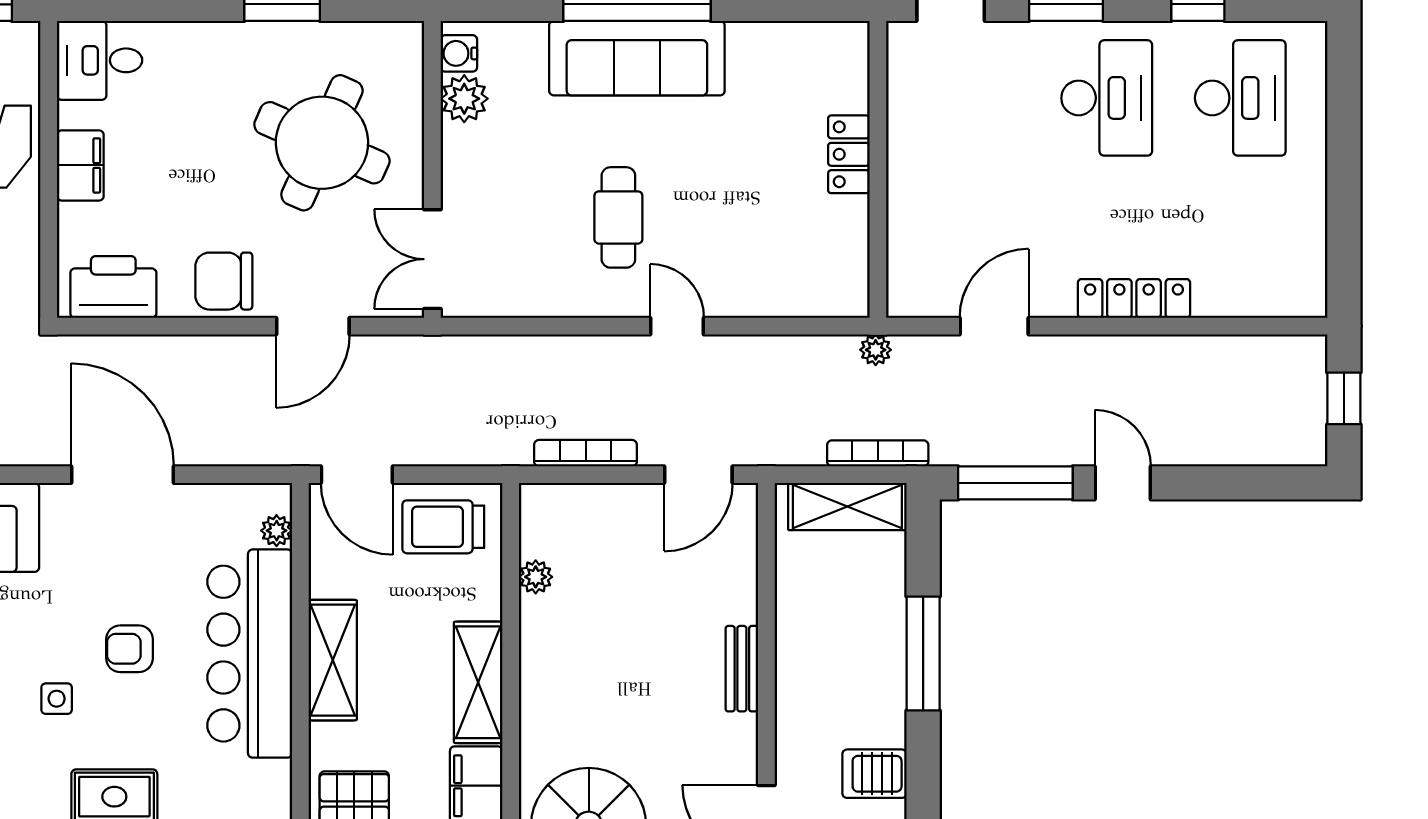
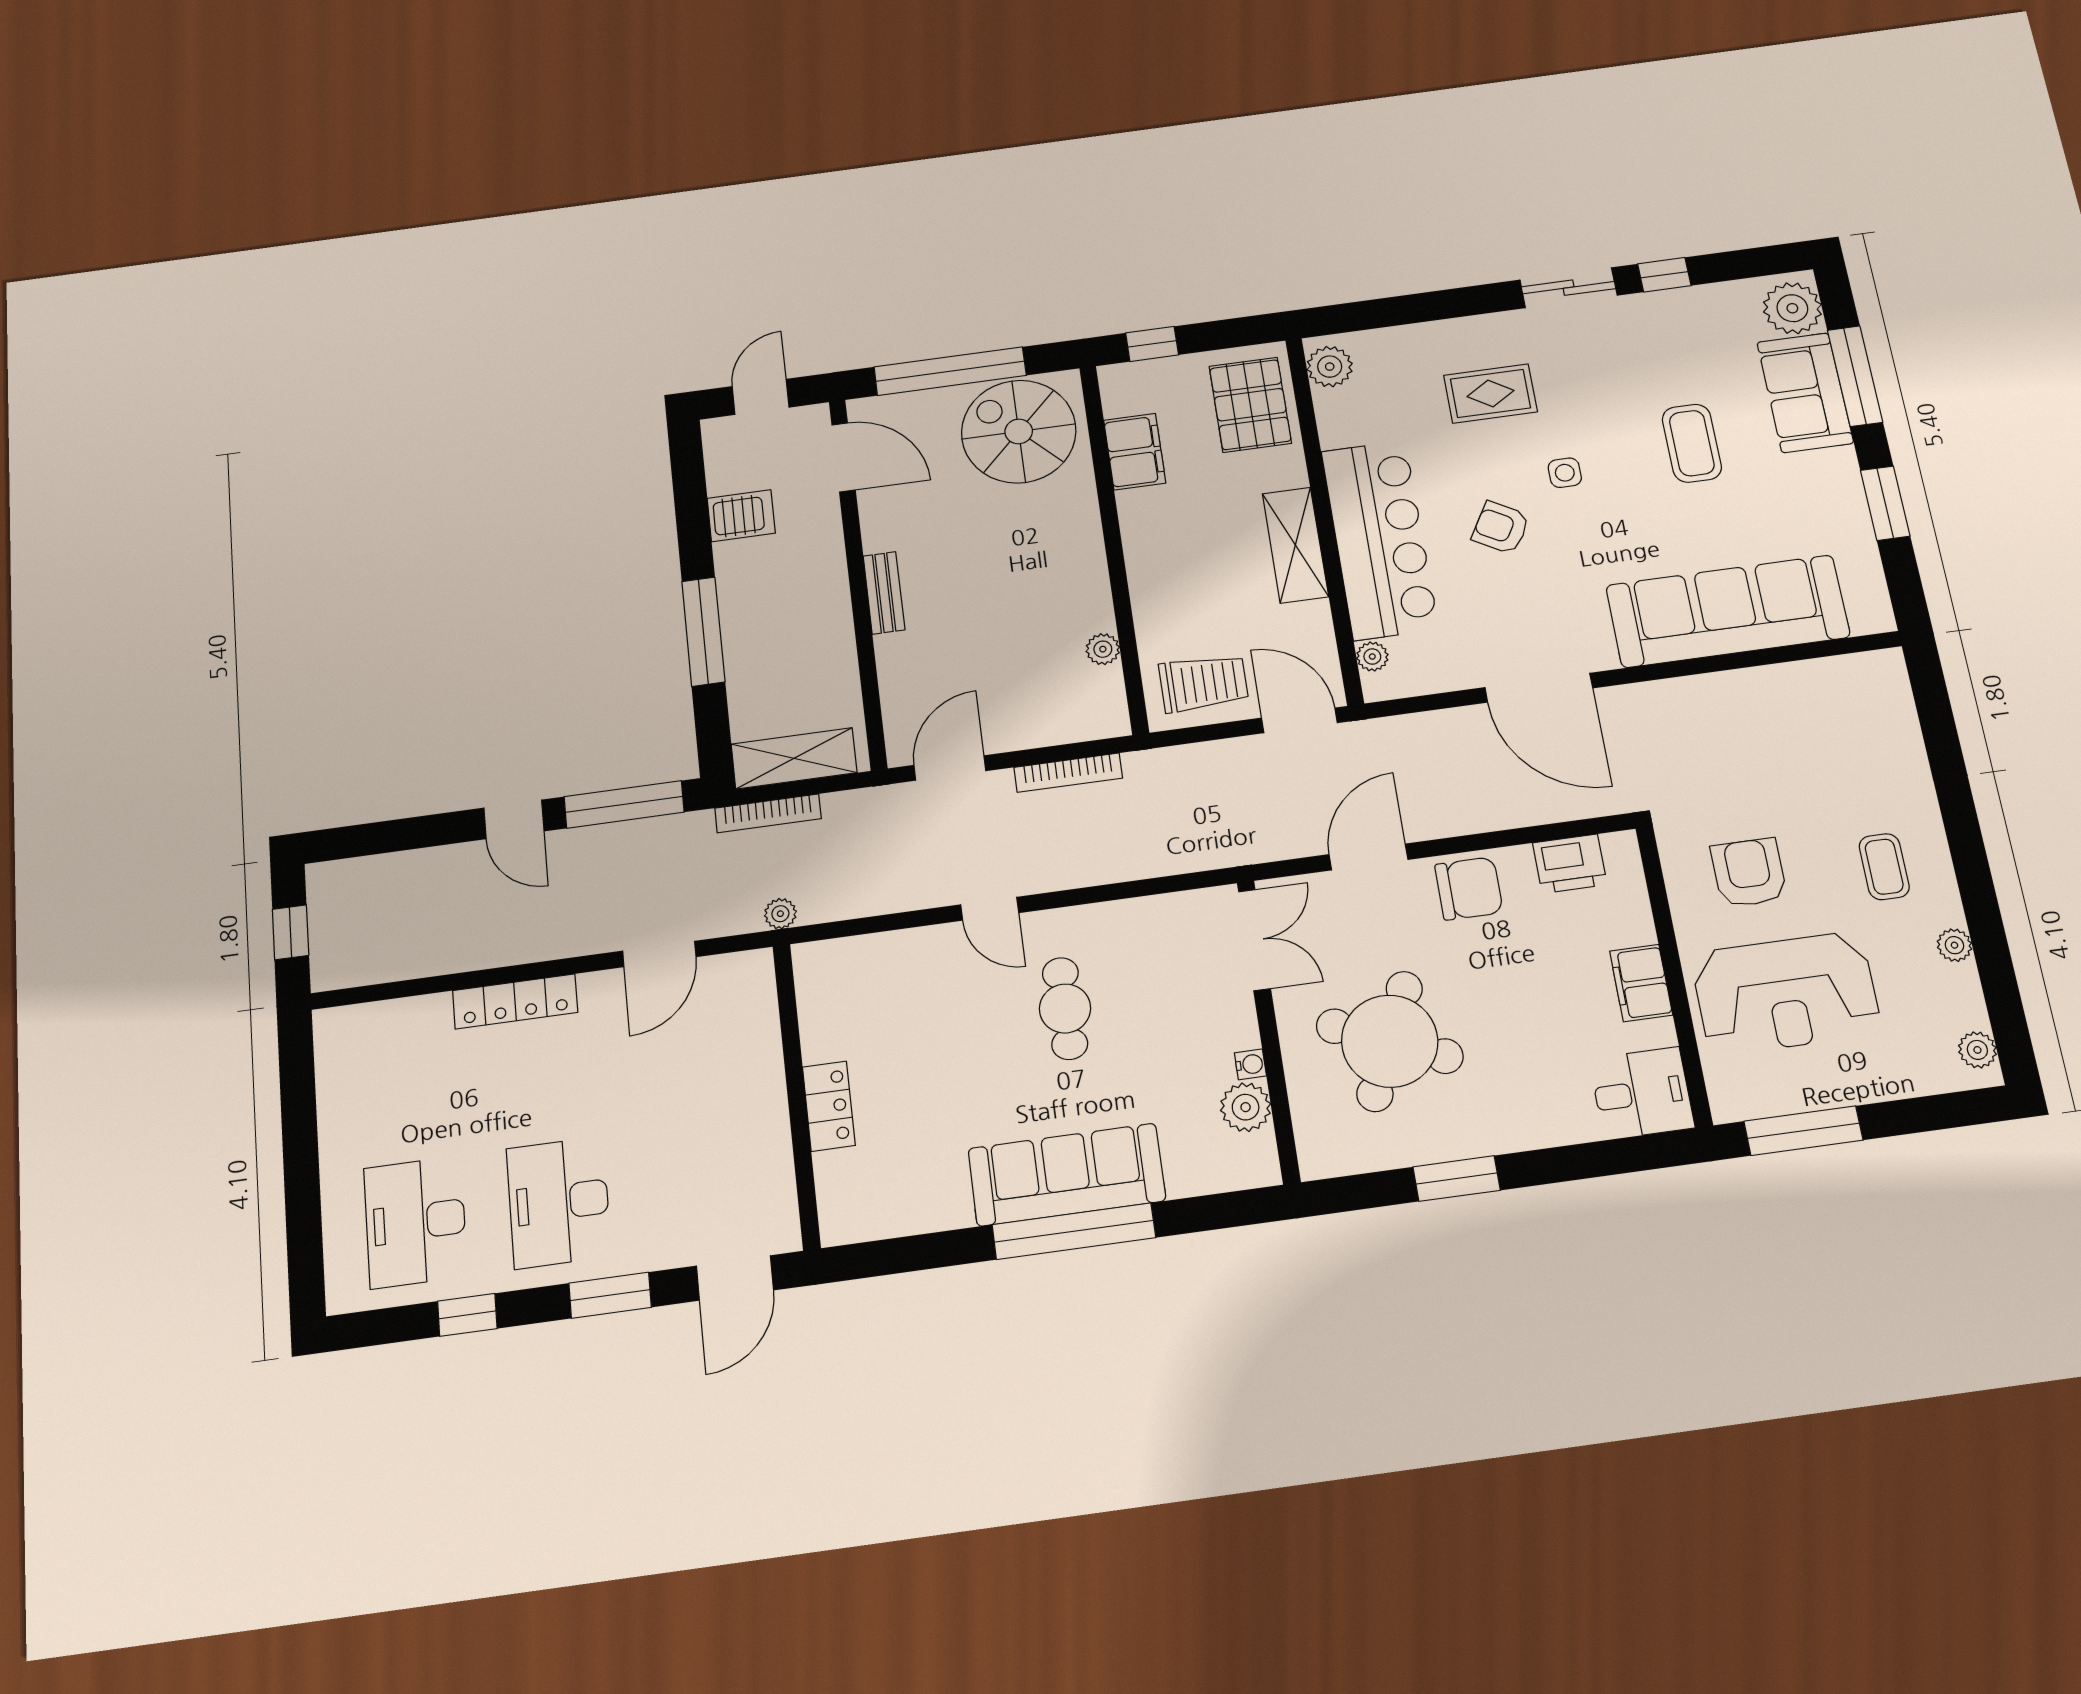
water cooler: (459, 53) -> (1250, 1064), moved, width x0.72, depth x0.72
printer: (113, 287) -> (1570, 864), width x0.73, depth x0.84
armchair: (129, 649) -> (1501, 528), turned -150
shelving: (478, 682) -> (1147, 545), removed

